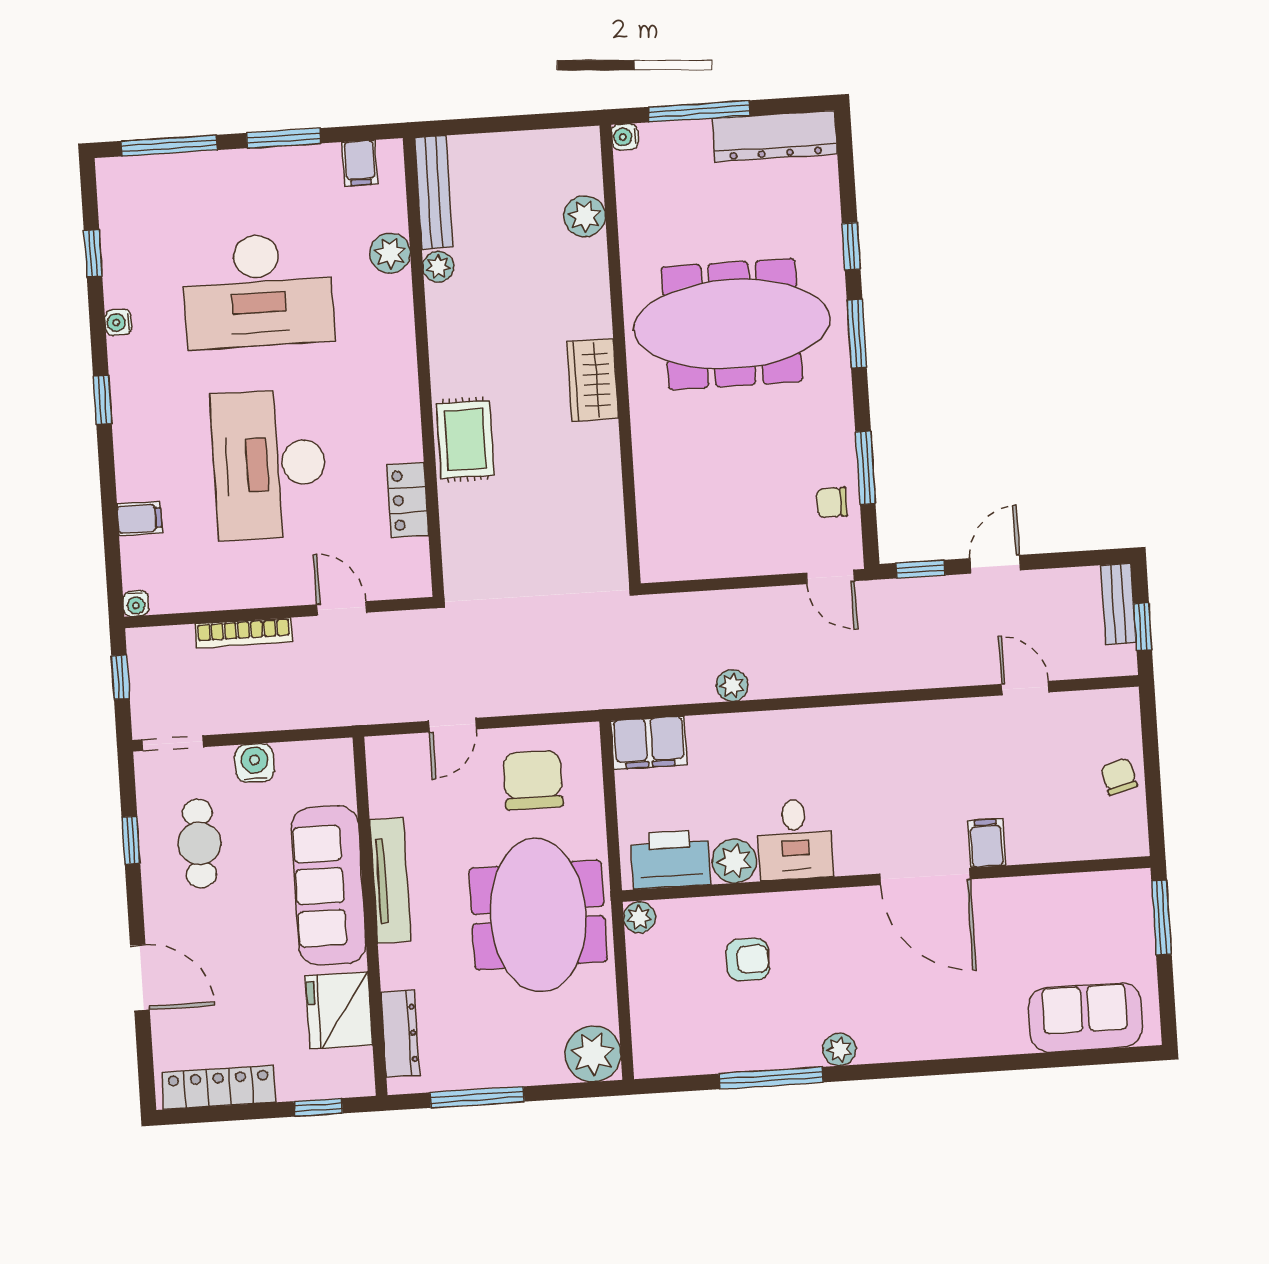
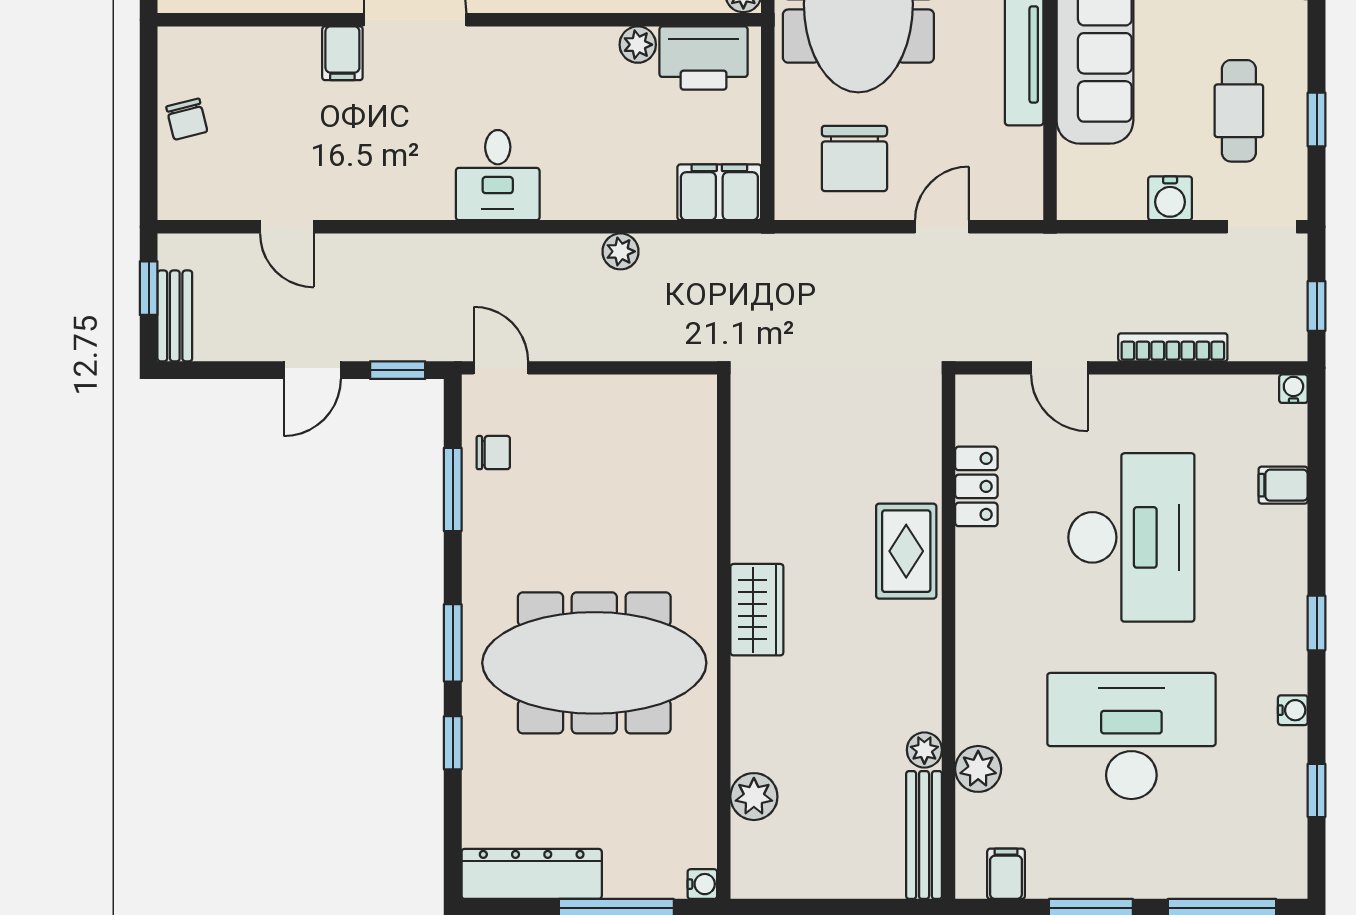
desk: (795, 839) -> (498, 175), moved, turned 180
plant: (734, 861) -> (638, 45), width x0.73, depth x0.73

